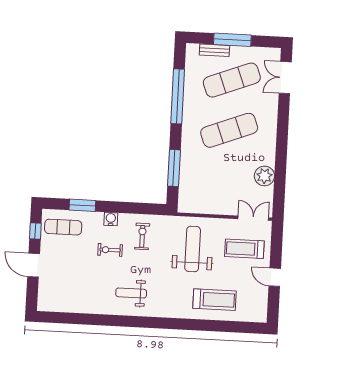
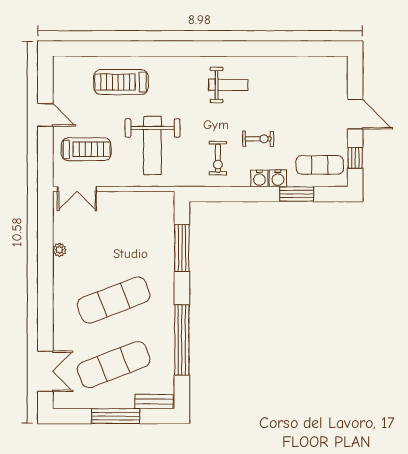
bench: (214, 50) -> (154, 402), moved
plant: (264, 176) -> (59, 250), width x0.53, depth x0.53
water cooler: (96, 218) -> (278, 178), added

